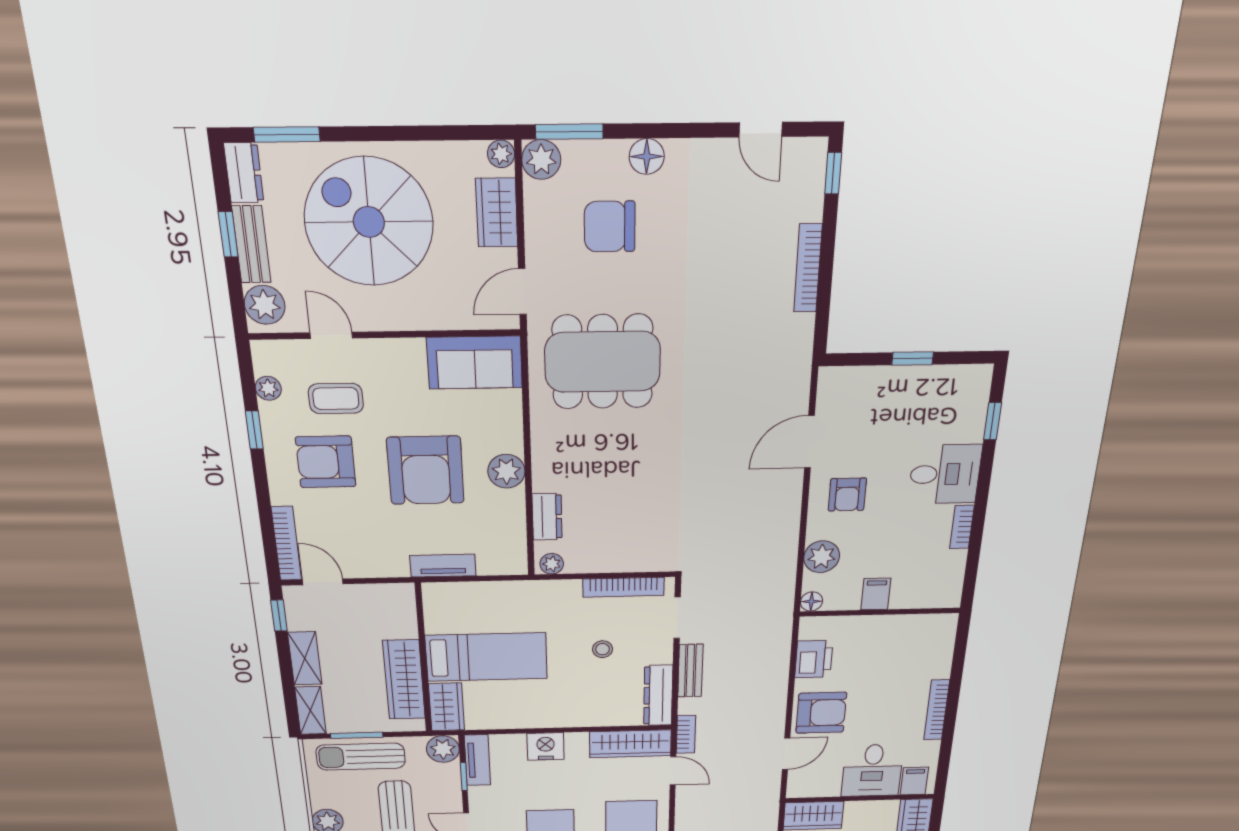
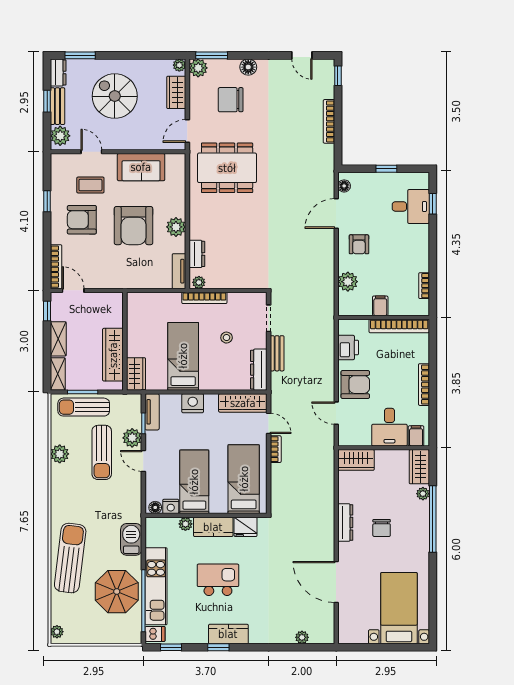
spiral stairs: (369, 222) -> (115, 96), width x0.73, depth x0.73
sofa: (475, 363) -> (141, 167), moved
plant: (268, 388) -> (57, 179), removed
desk: (945, 474) -> (411, 206), moved
bookcase: (962, 527) -> (424, 286), moved
tv unit: (443, 566) -> (179, 271), moved, turned -90
bookcase: (623, 587) -> (204, 298), moved
floor lamp: (811, 601) -> (344, 186), moved
bookcase: (906, 625) -> (399, 326), added
bed: (486, 657) -> (183, 356), moved, turned -90
bookcase: (686, 734) -> (276, 449), moved
plant: (443, 749) -> (132, 438), moved
door: (786, 754) -> (336, 413), swing flipped

